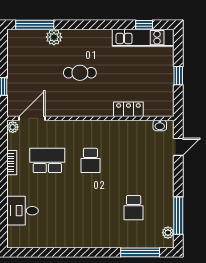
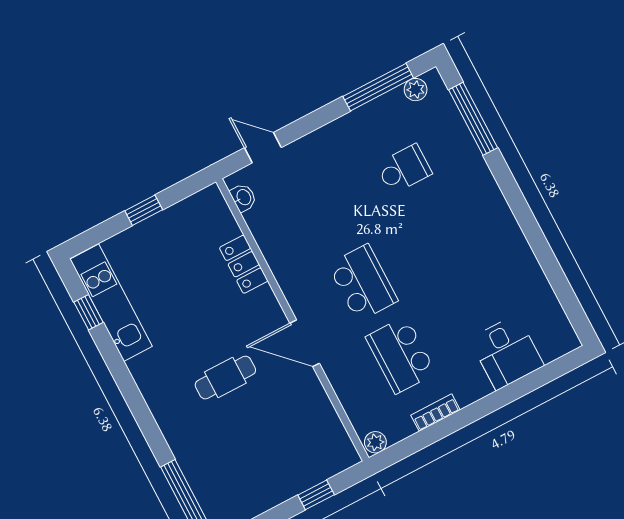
plant: (54, 37) -> (188, 452), removed
cafe table: (80, 73) -> (225, 378), turned 90
door: (32, 118) -> (305, 343), moved
school desk: (90, 160) -> (363, 283), width x1.85

